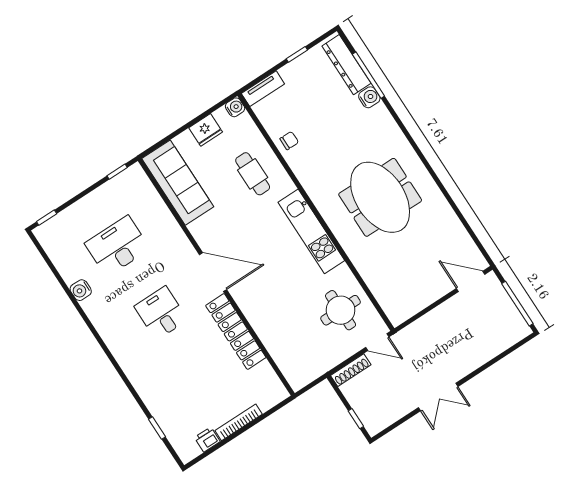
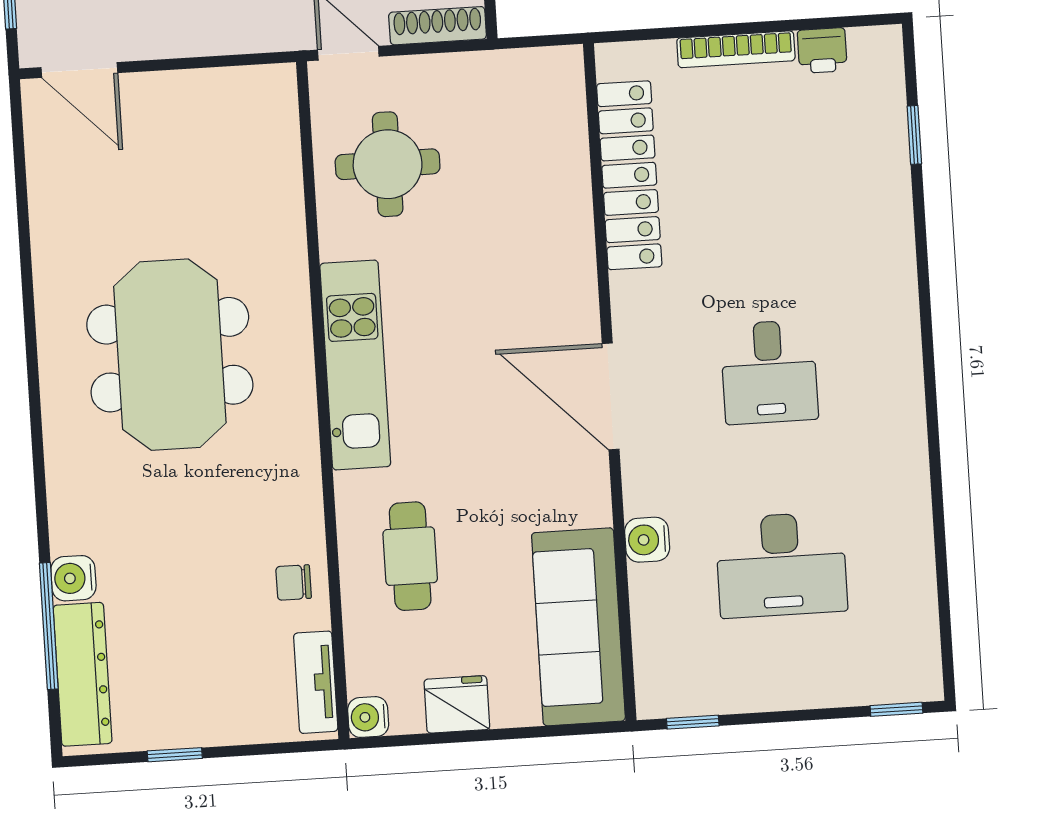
tv unit: (263, 89) -> (316, 682), moved, turned -90
water cooler: (81, 290) -> (647, 540), moved, turned 180
locker: (236, 331) -> (629, 175), moved

